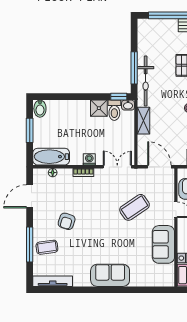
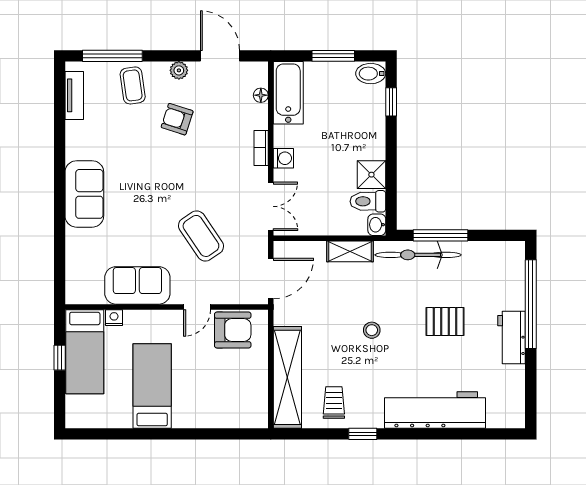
window: (119, 97) -> (391, 102), moved
plant: (38, 220) -> (179, 70), added
window: (30, 244) -> (112, 56), moved
tv unit: (53, 281) -> (74, 95), width x0.71

